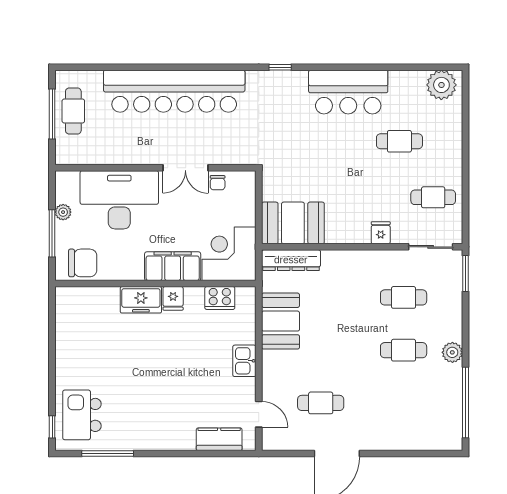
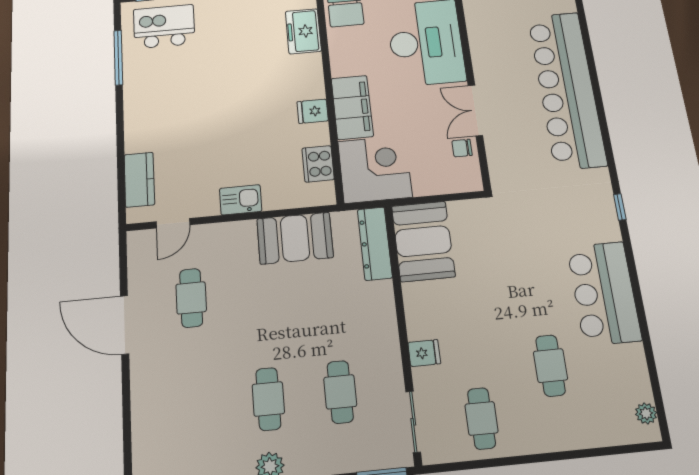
plant: (441, 85) -> (646, 413), width x0.53, depth x0.53
freezer: (141, 300) -> (303, 31), moved

